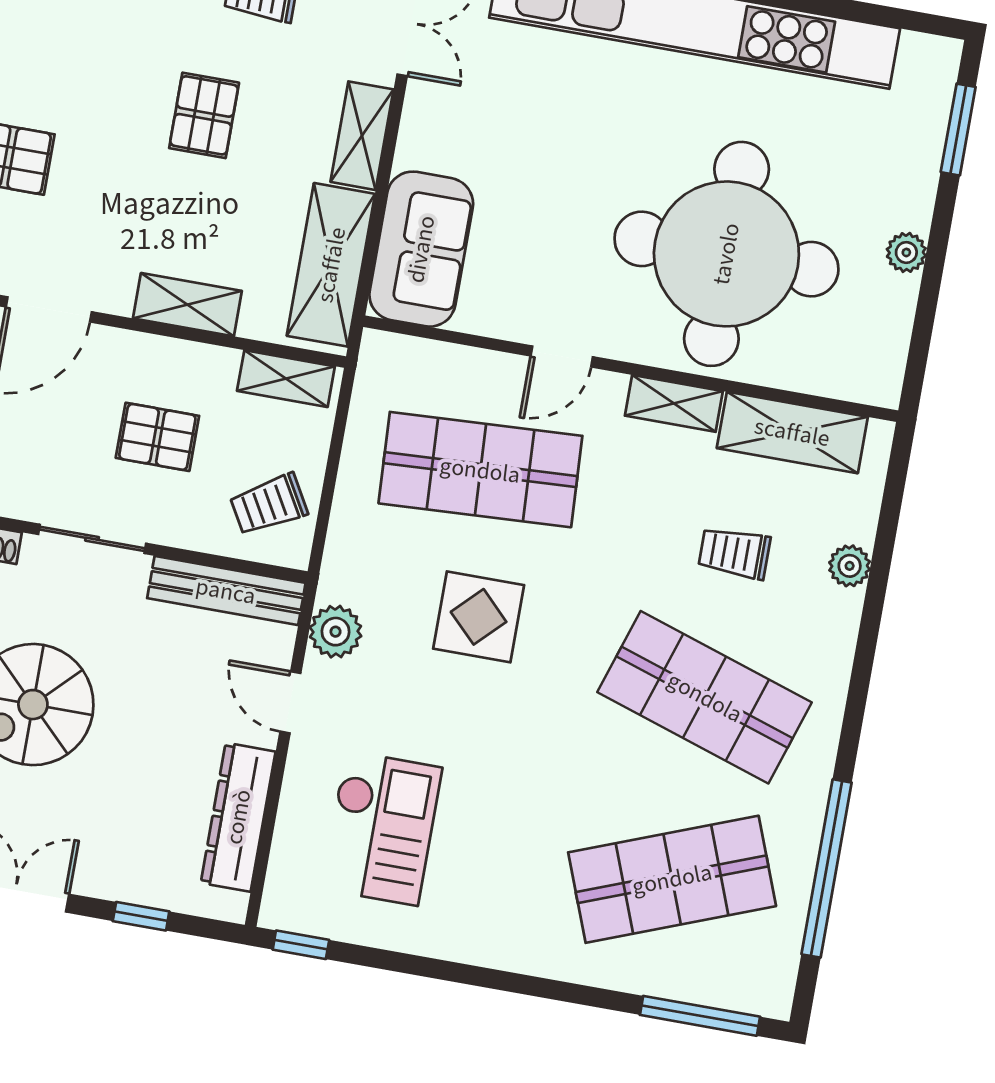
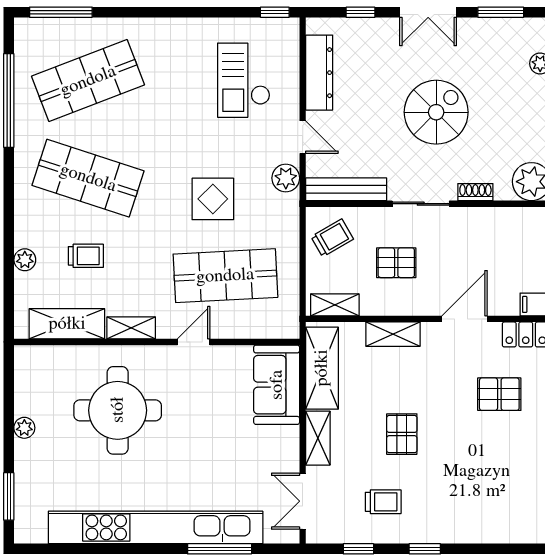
round table: (726, 254) -> (118, 410), width x0.73, depth x0.73

